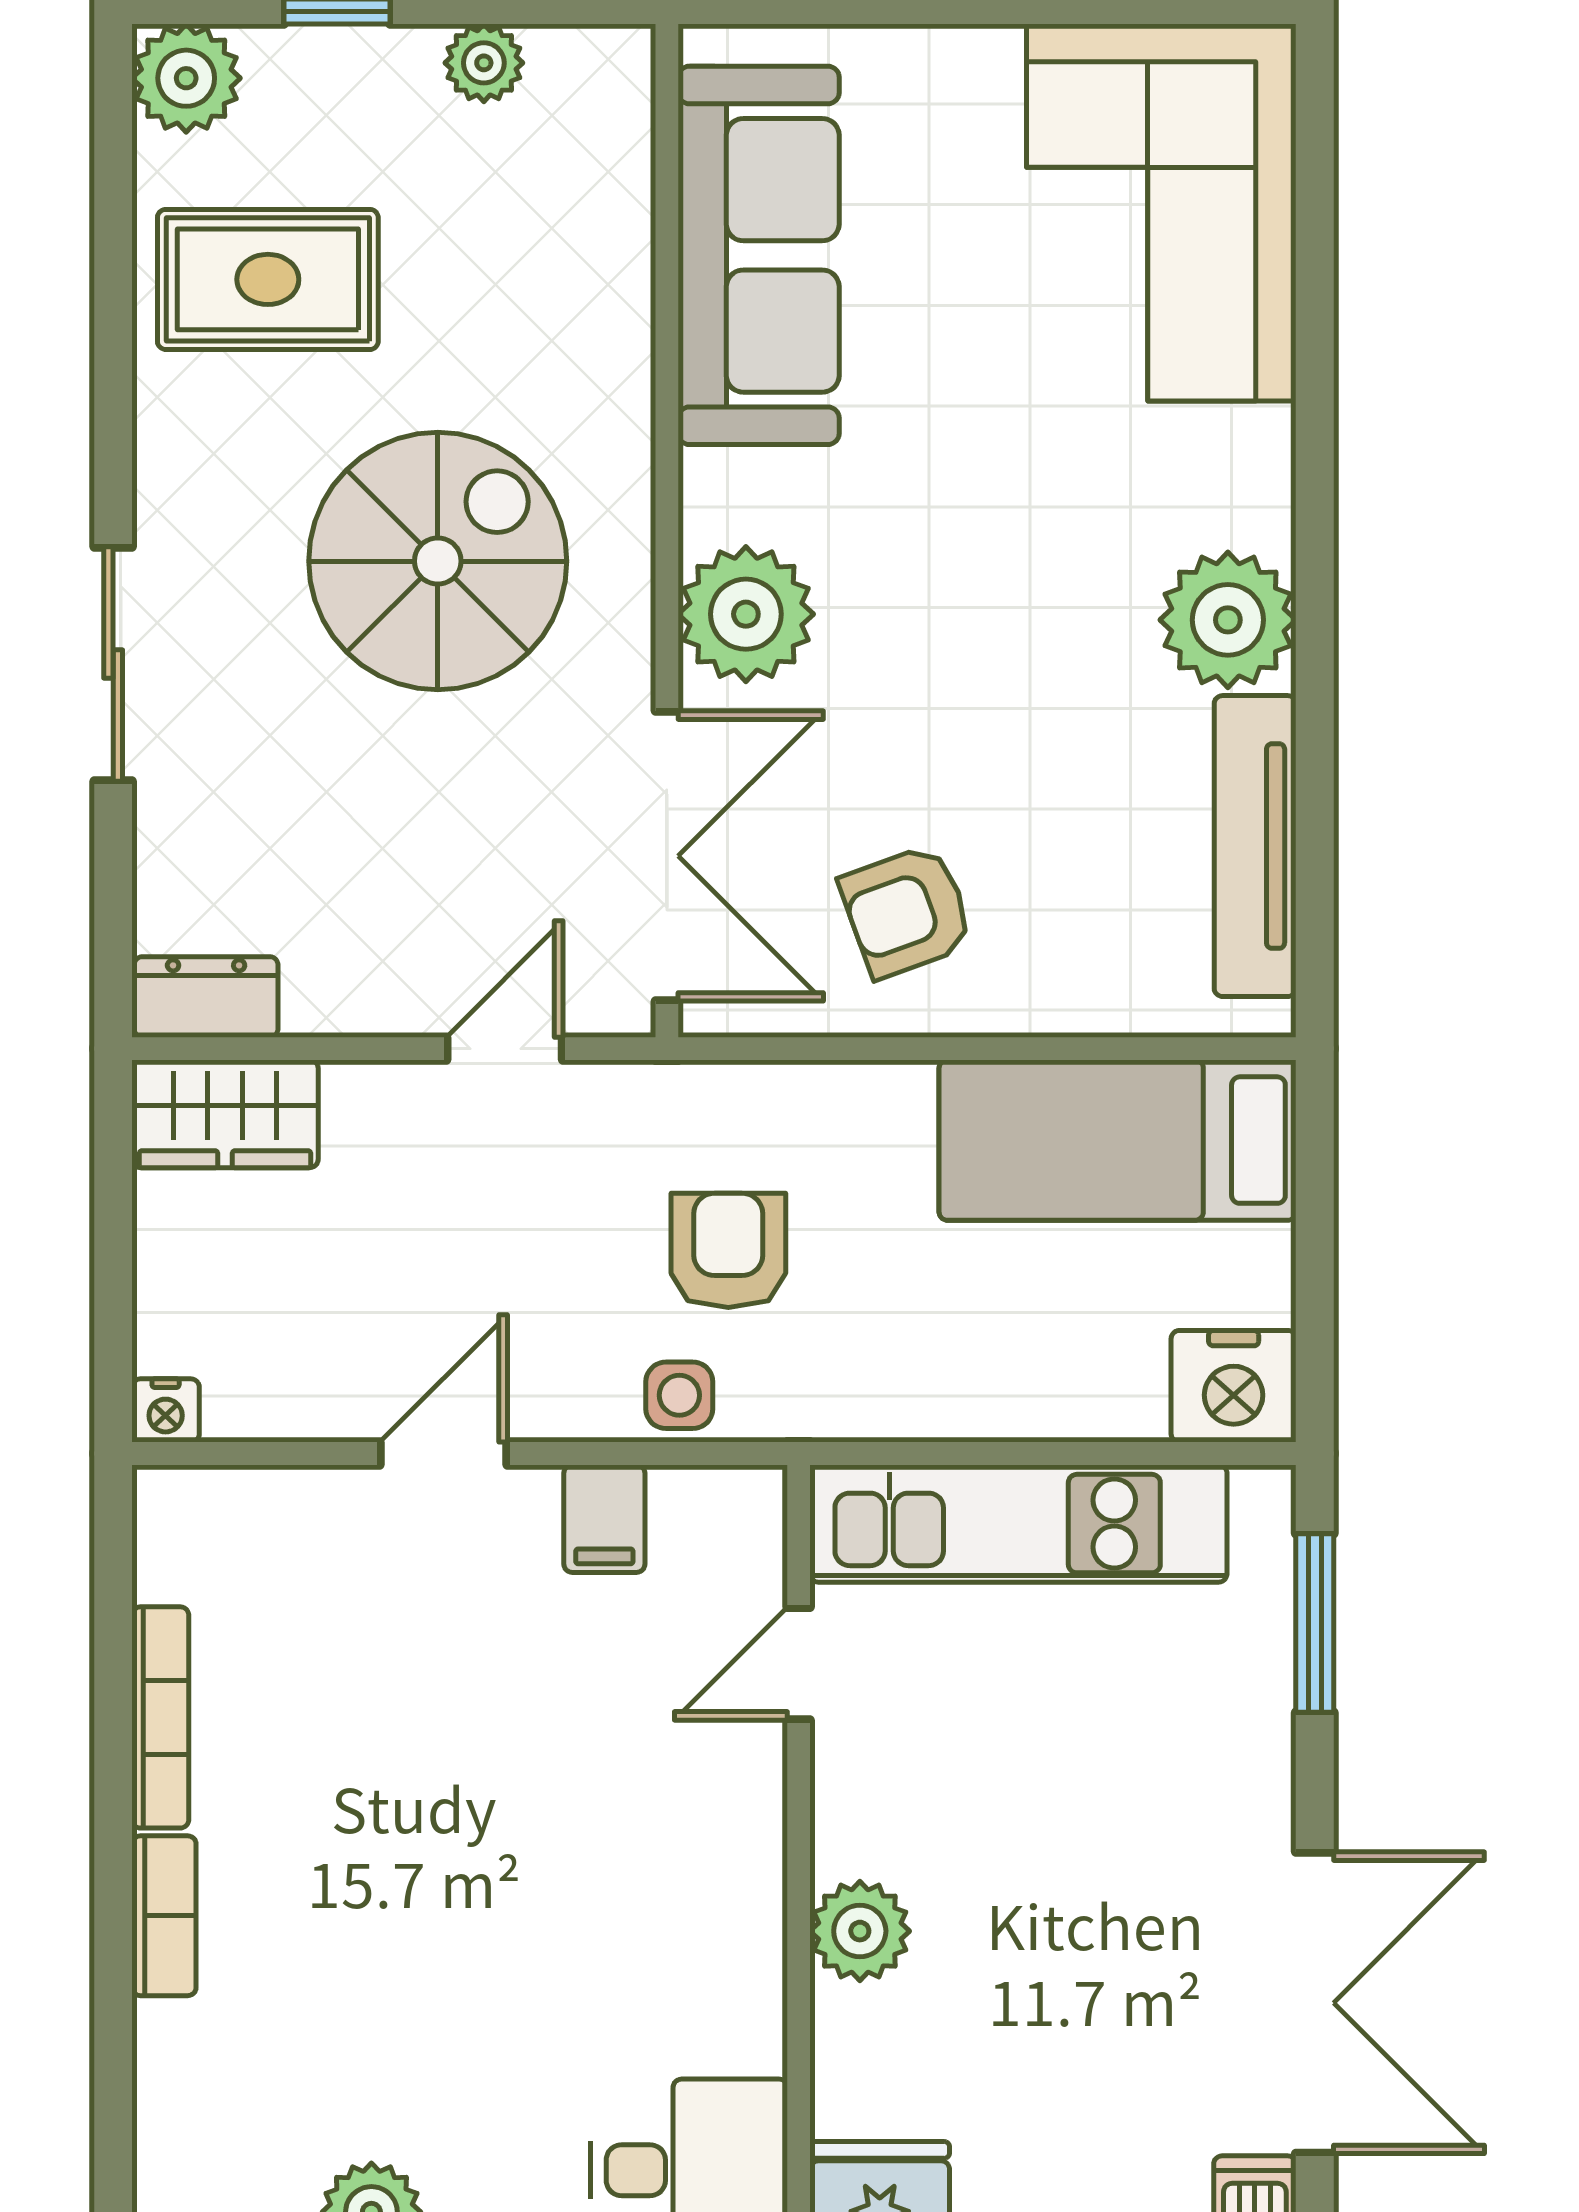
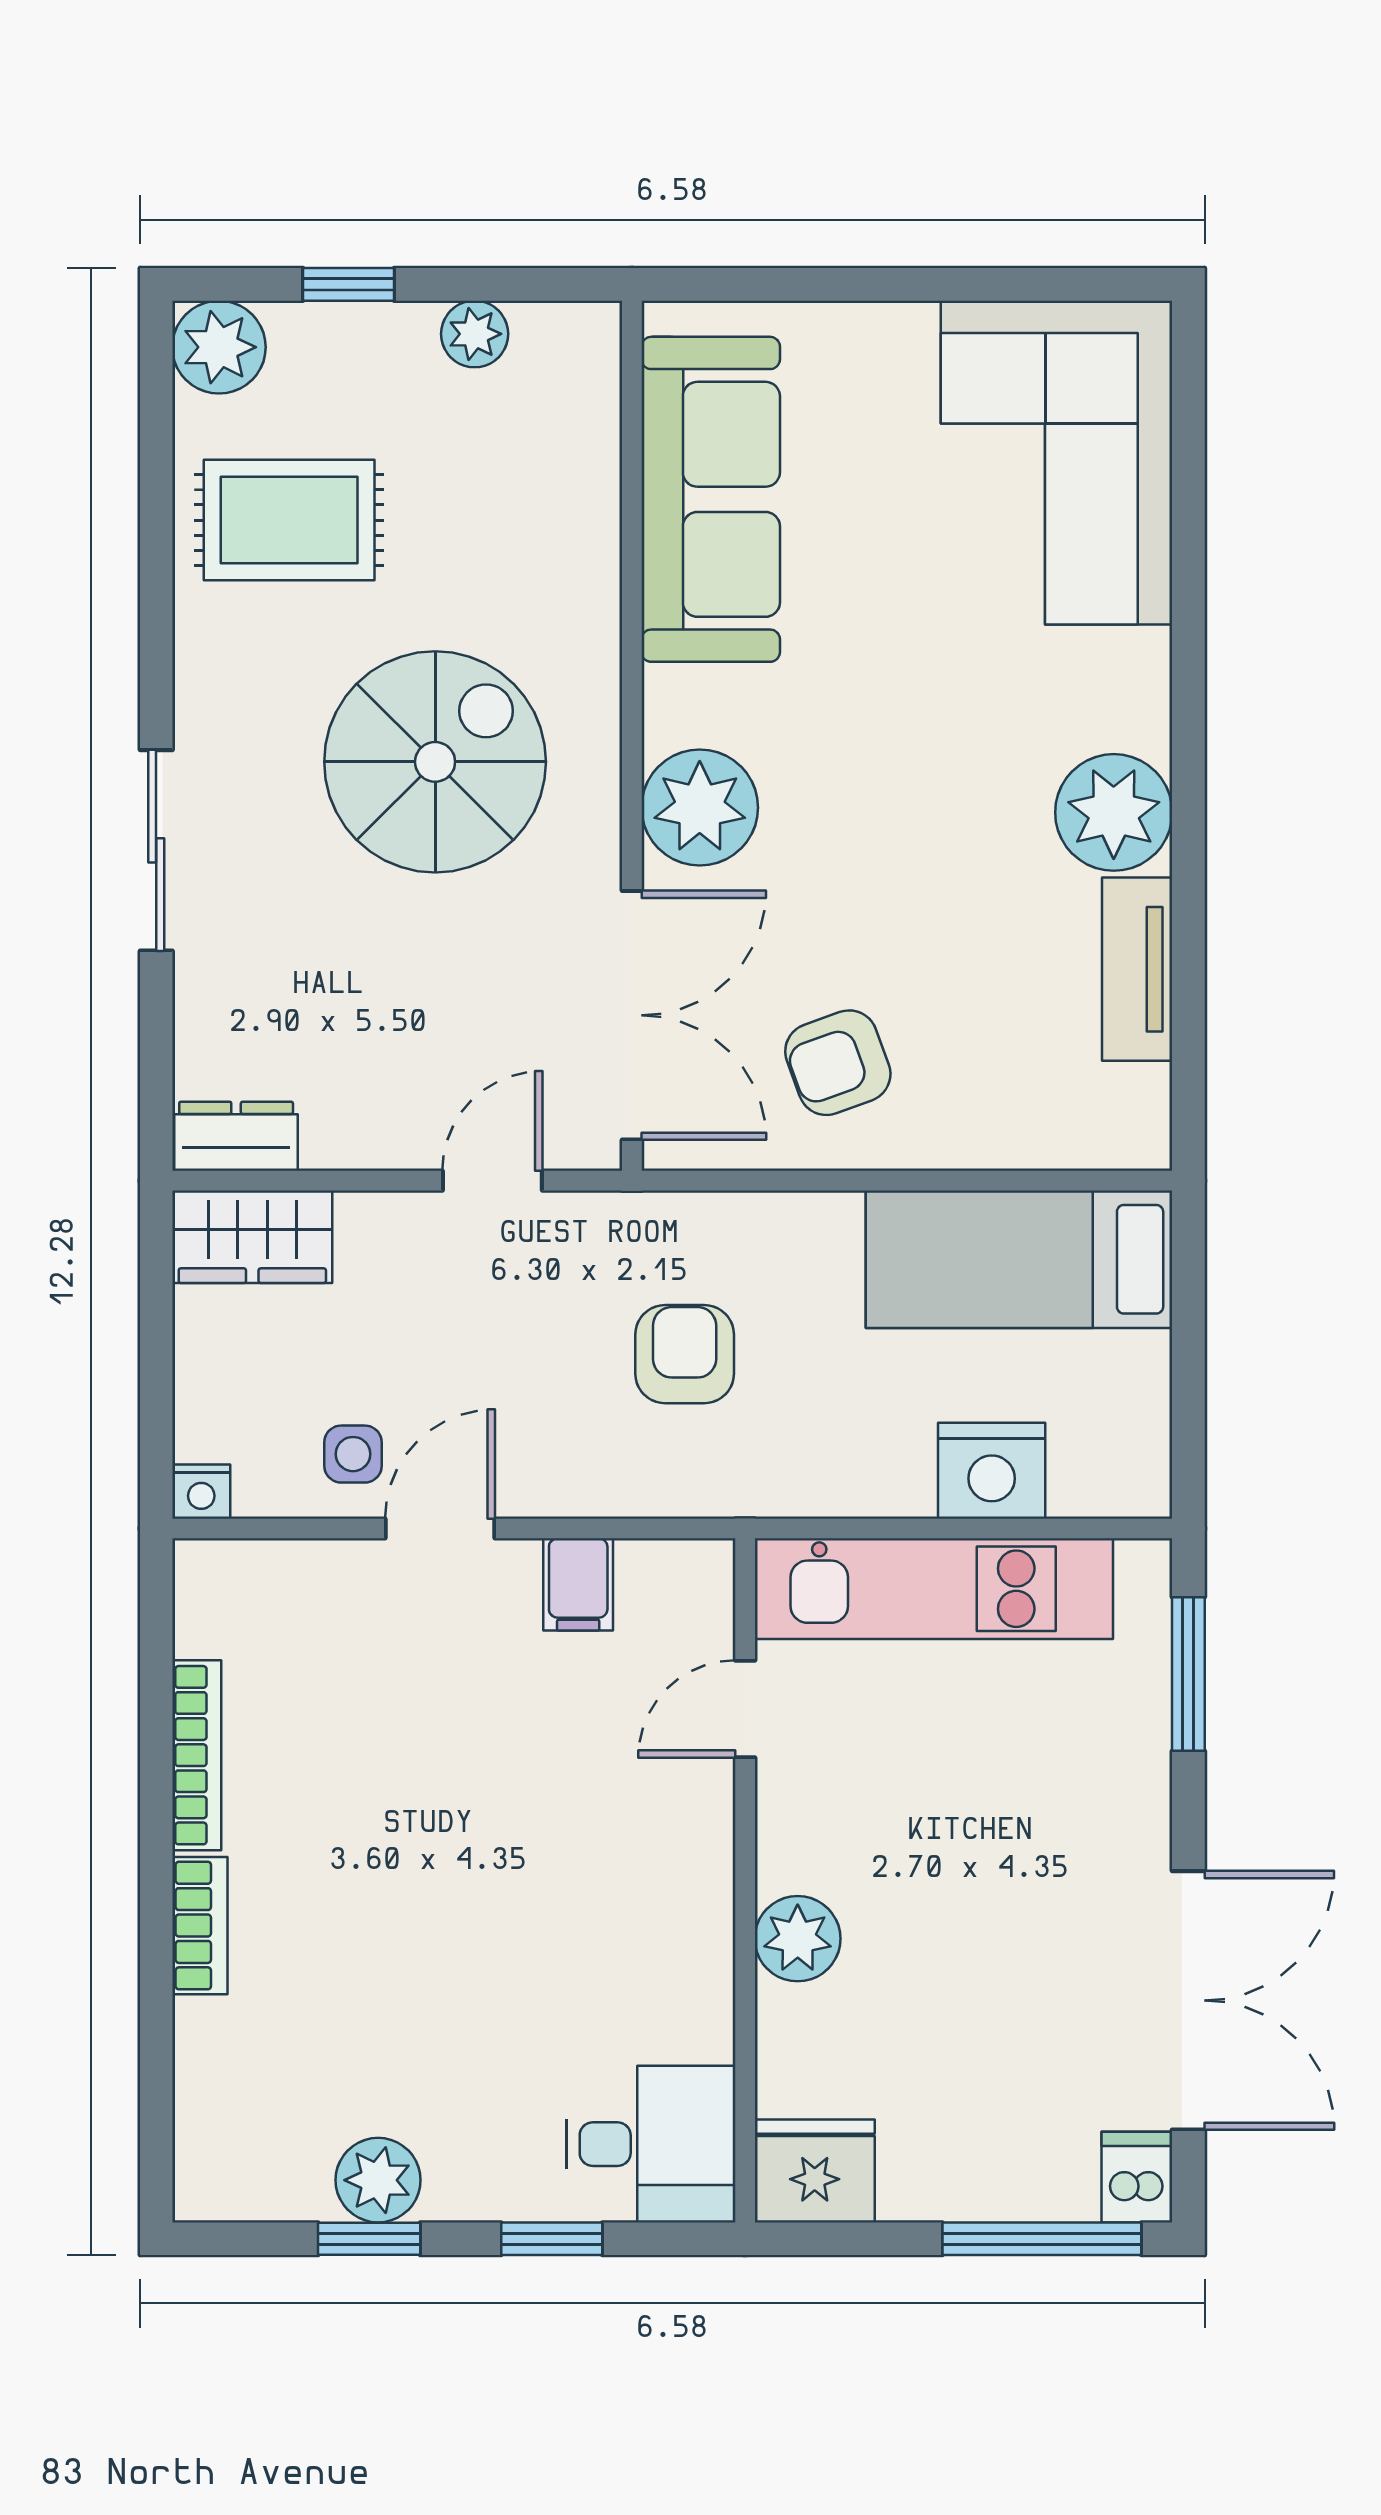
tv unit: (1255, 846) -> (1137, 969), width x0.71
nightstand: (1234, 1386) -> (992, 1471), moved
side table: (679, 1395) -> (353, 1454), moved

